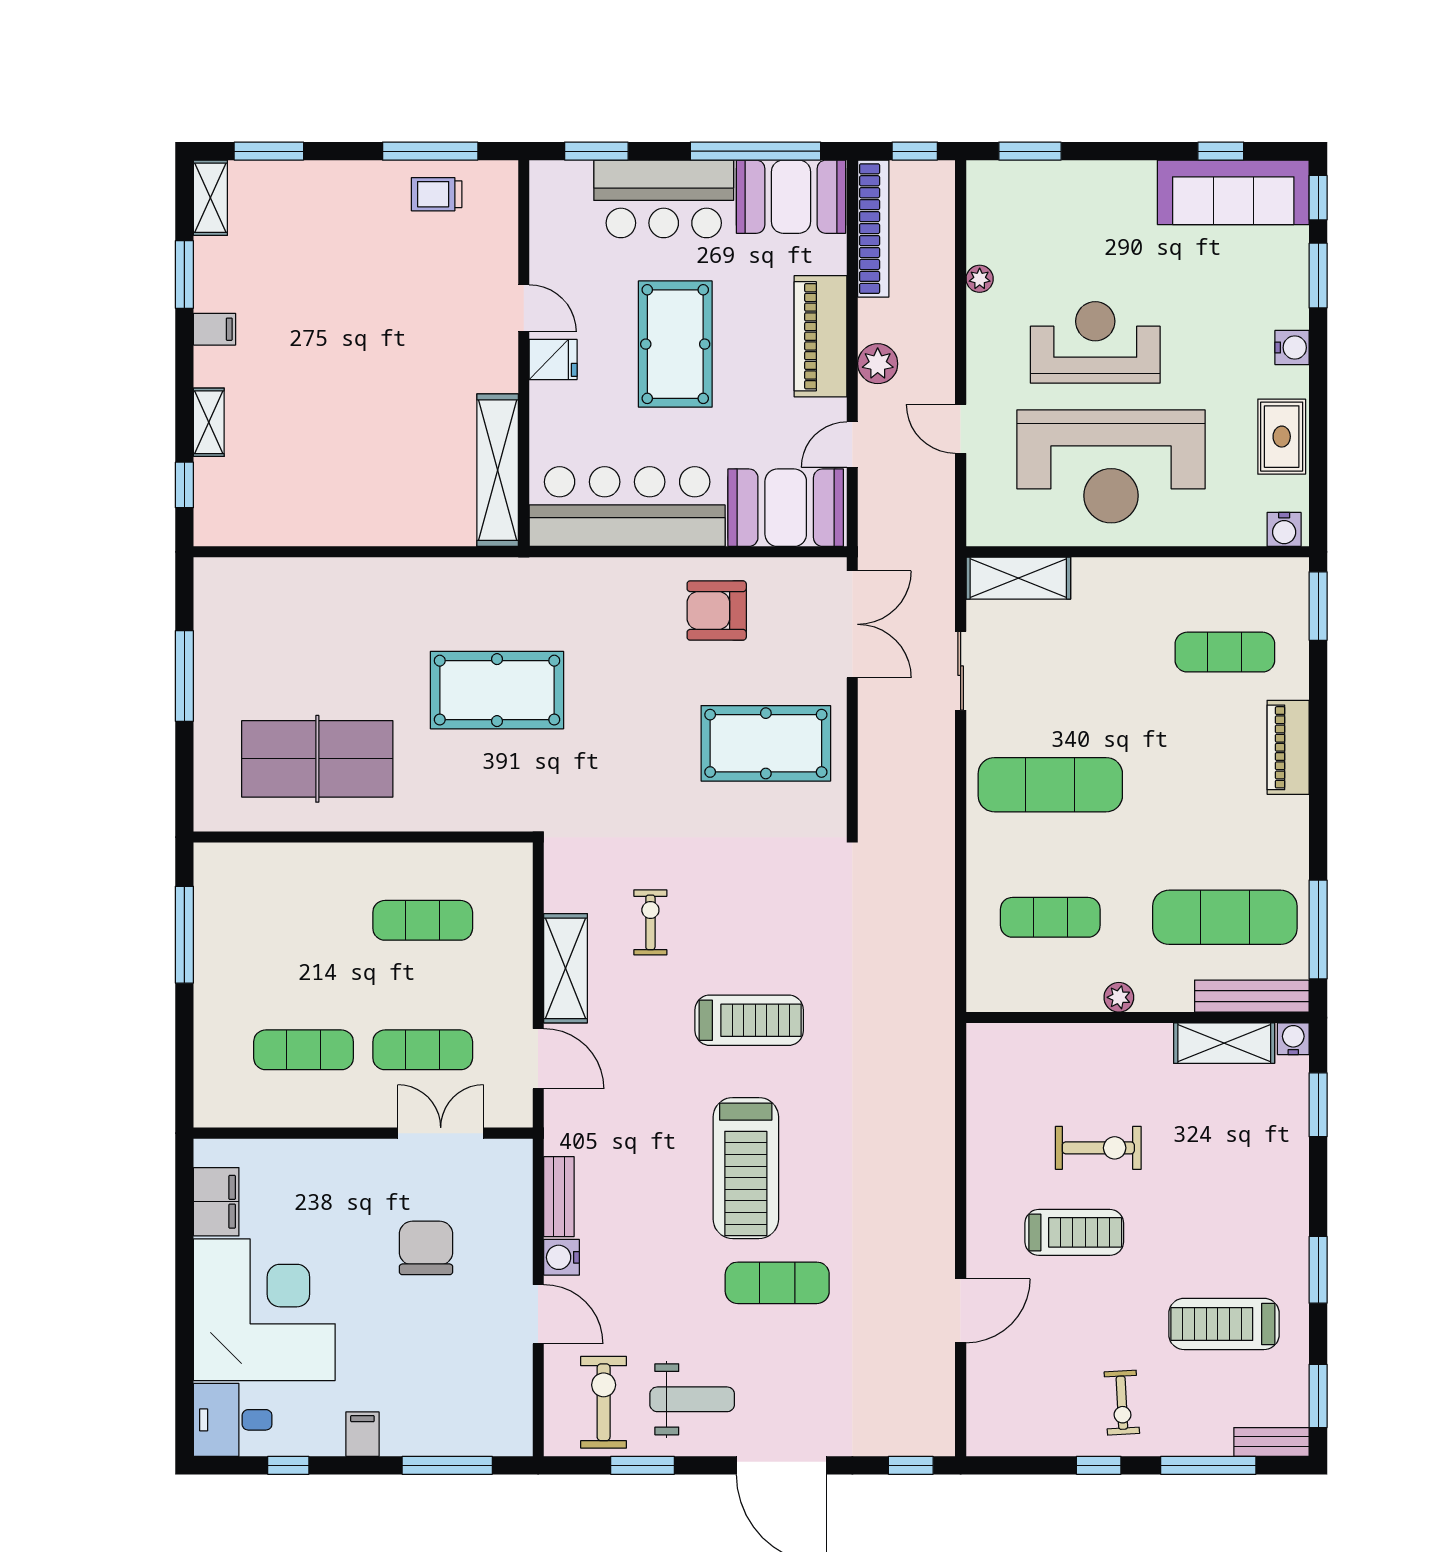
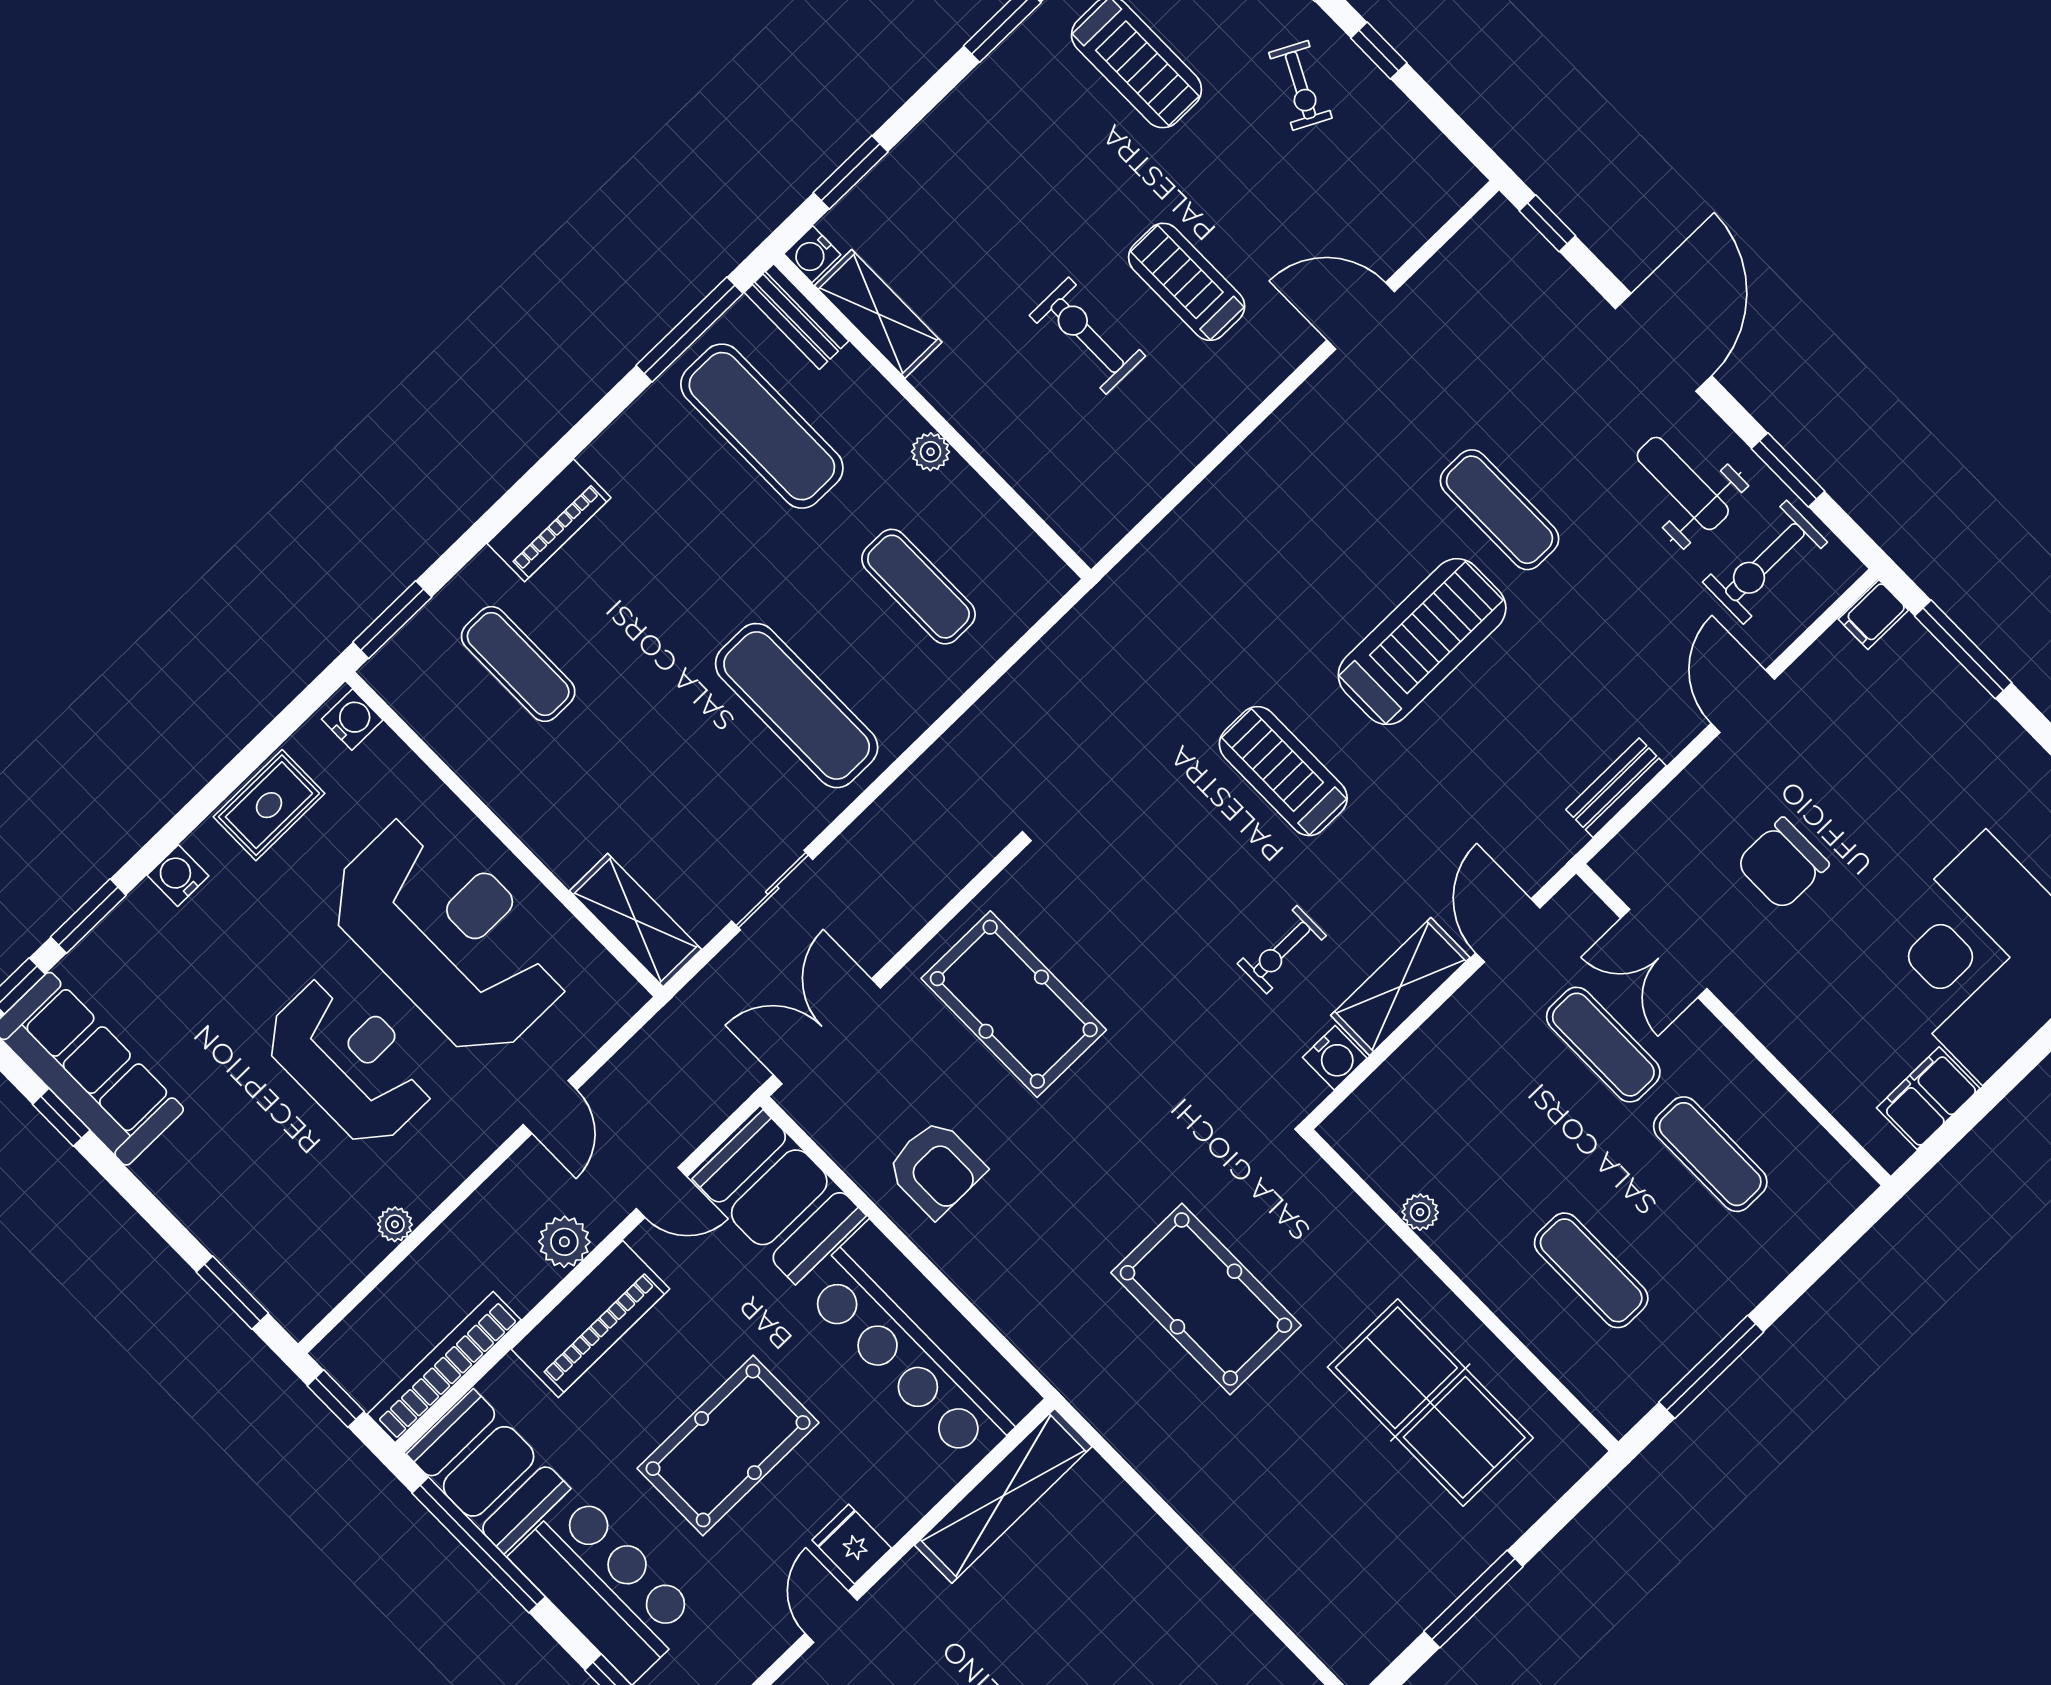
reception desk: (1095, 342) -> (350, 1061), turned 180
plant: (429, 857) -> (1420, 1212), added
exercise mat: (423, 920) -> (1591, 1270), moved
bench: (1252, 996) -> (796, 317), width x0.73
water cooler: (561, 1257) -> (1335, 1058), moved
exercise bike: (1122, 1403) -> (1300, 85), turned 120
filing cabinet: (362, 1434) -> (1873, 615), moved

